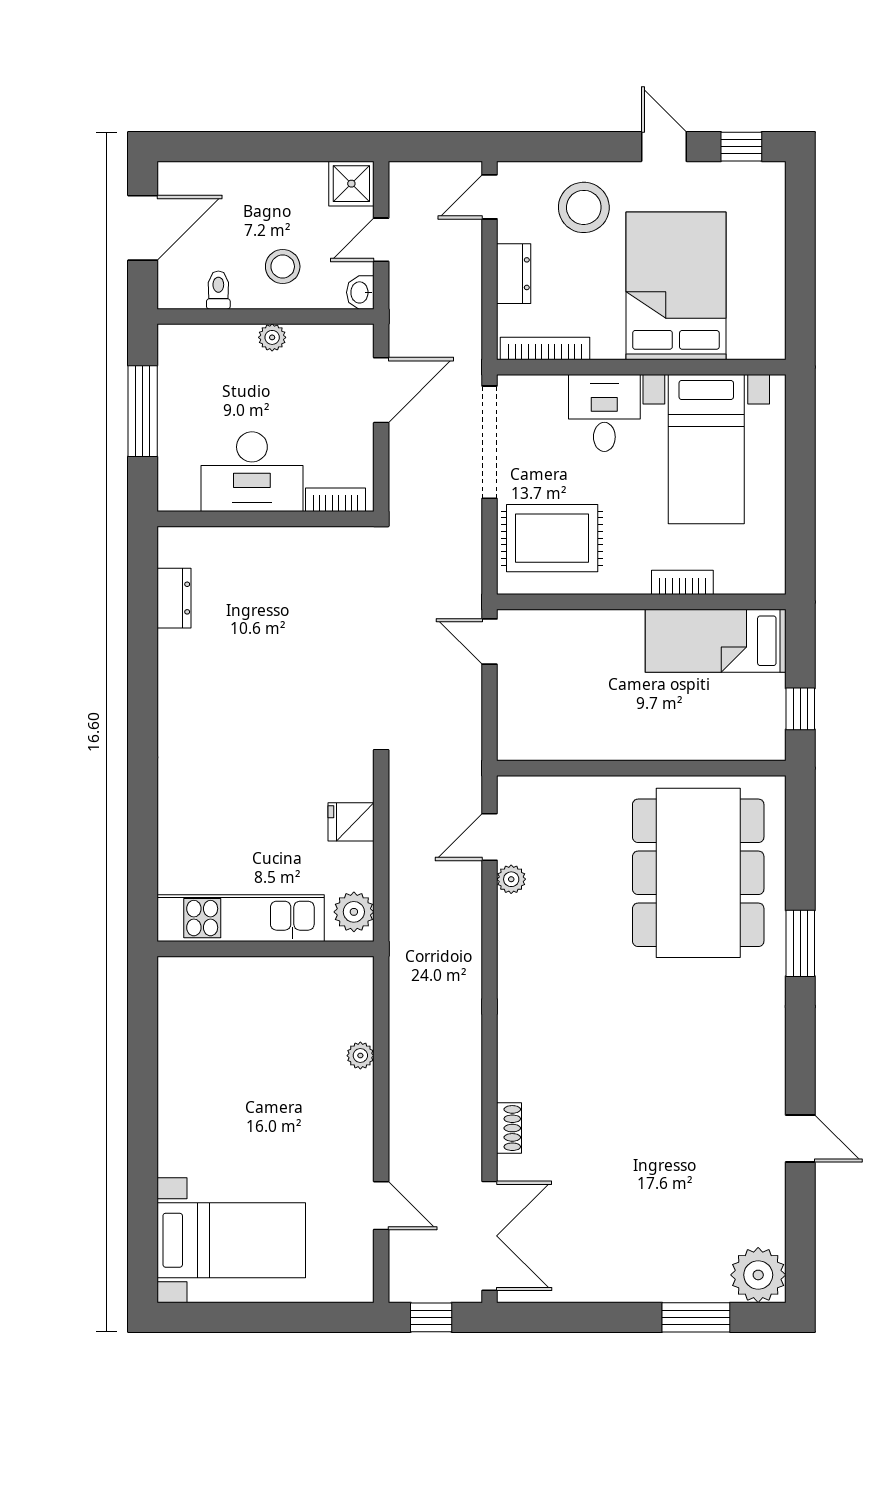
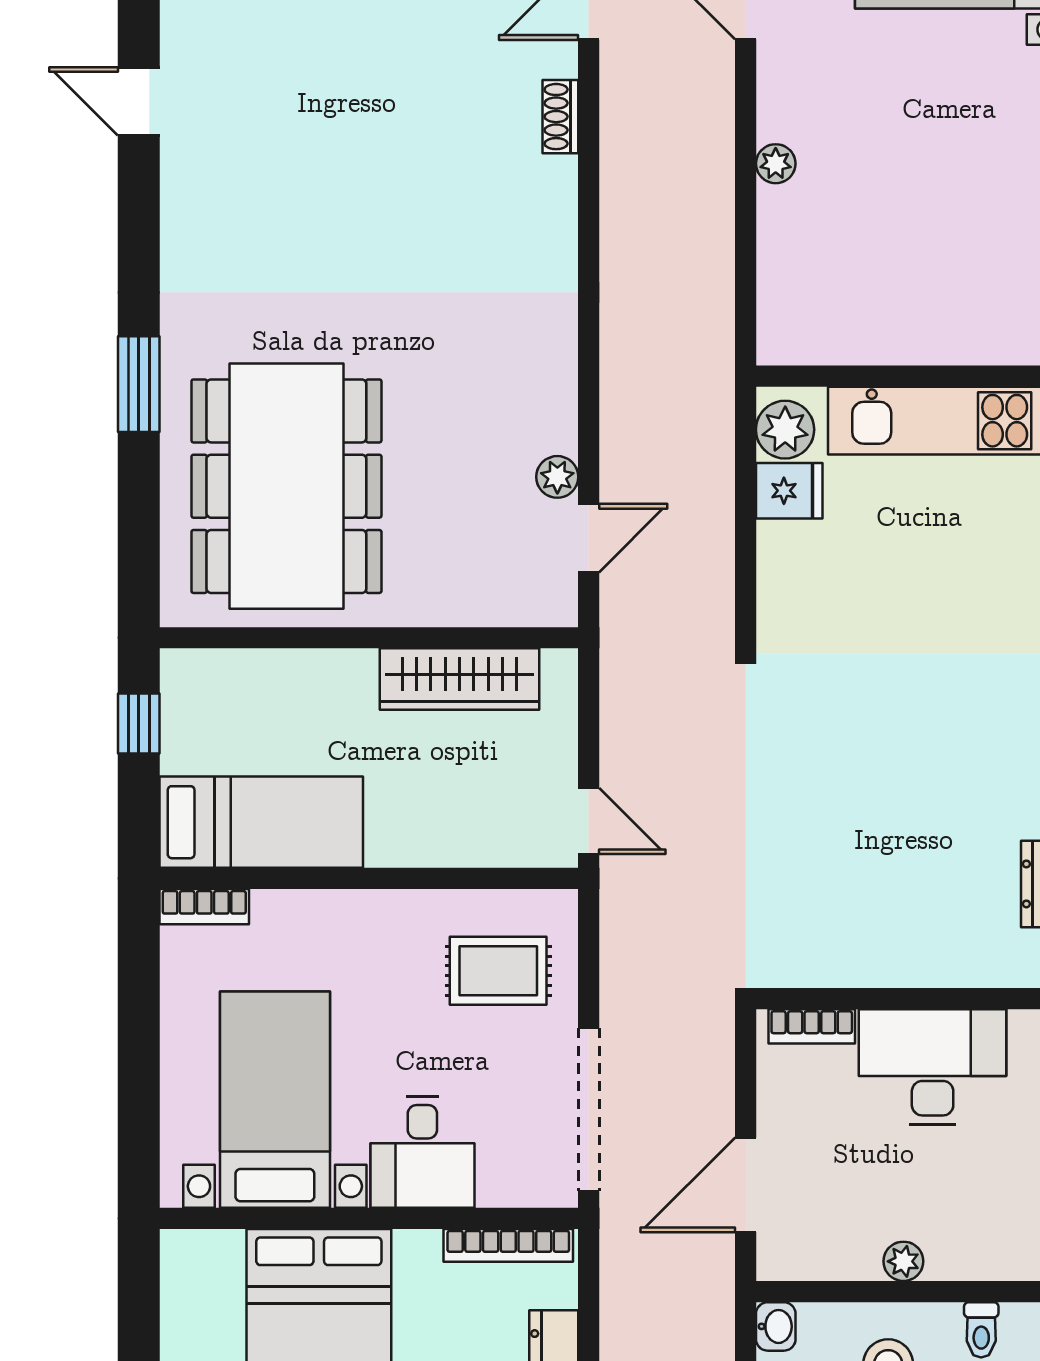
rug: (552, 538) -> (498, 971), width x0.73, depth x0.70
bookcase: (682, 582) -> (204, 907), moved
wardrobe: (579, 740) -> (459, 679), added
fridge: (351, 822) -> (789, 491), moved
plant: (360, 1056) -> (776, 164), moved

